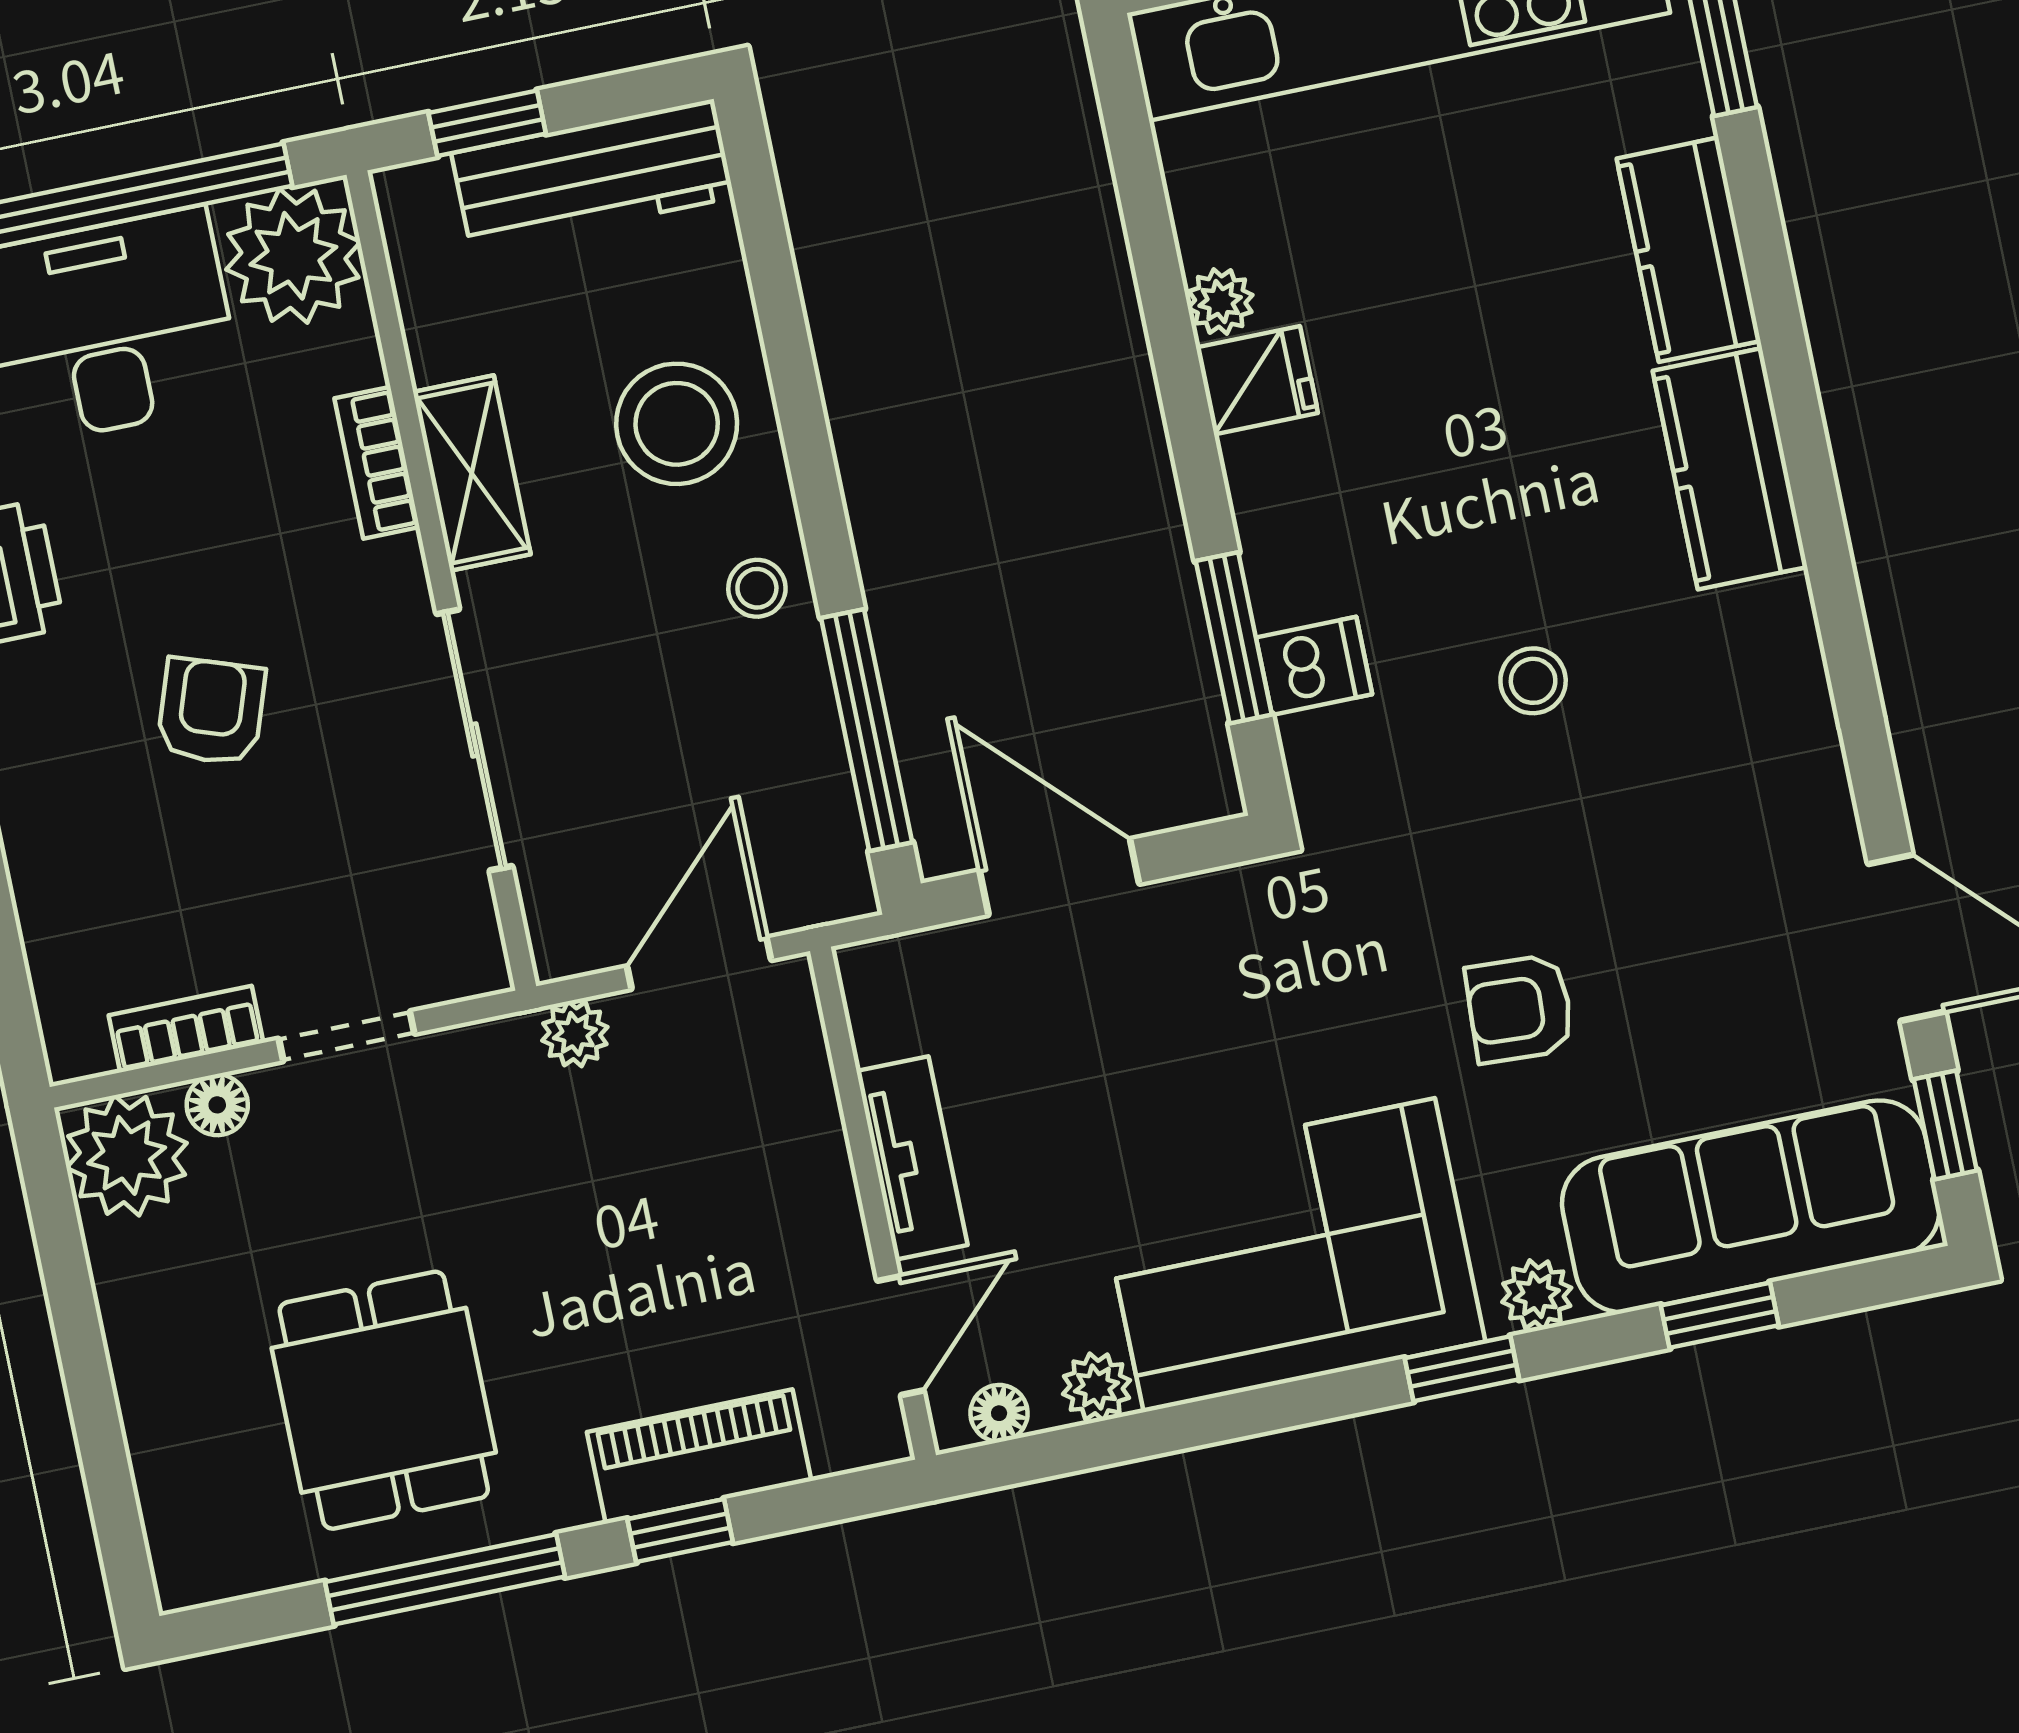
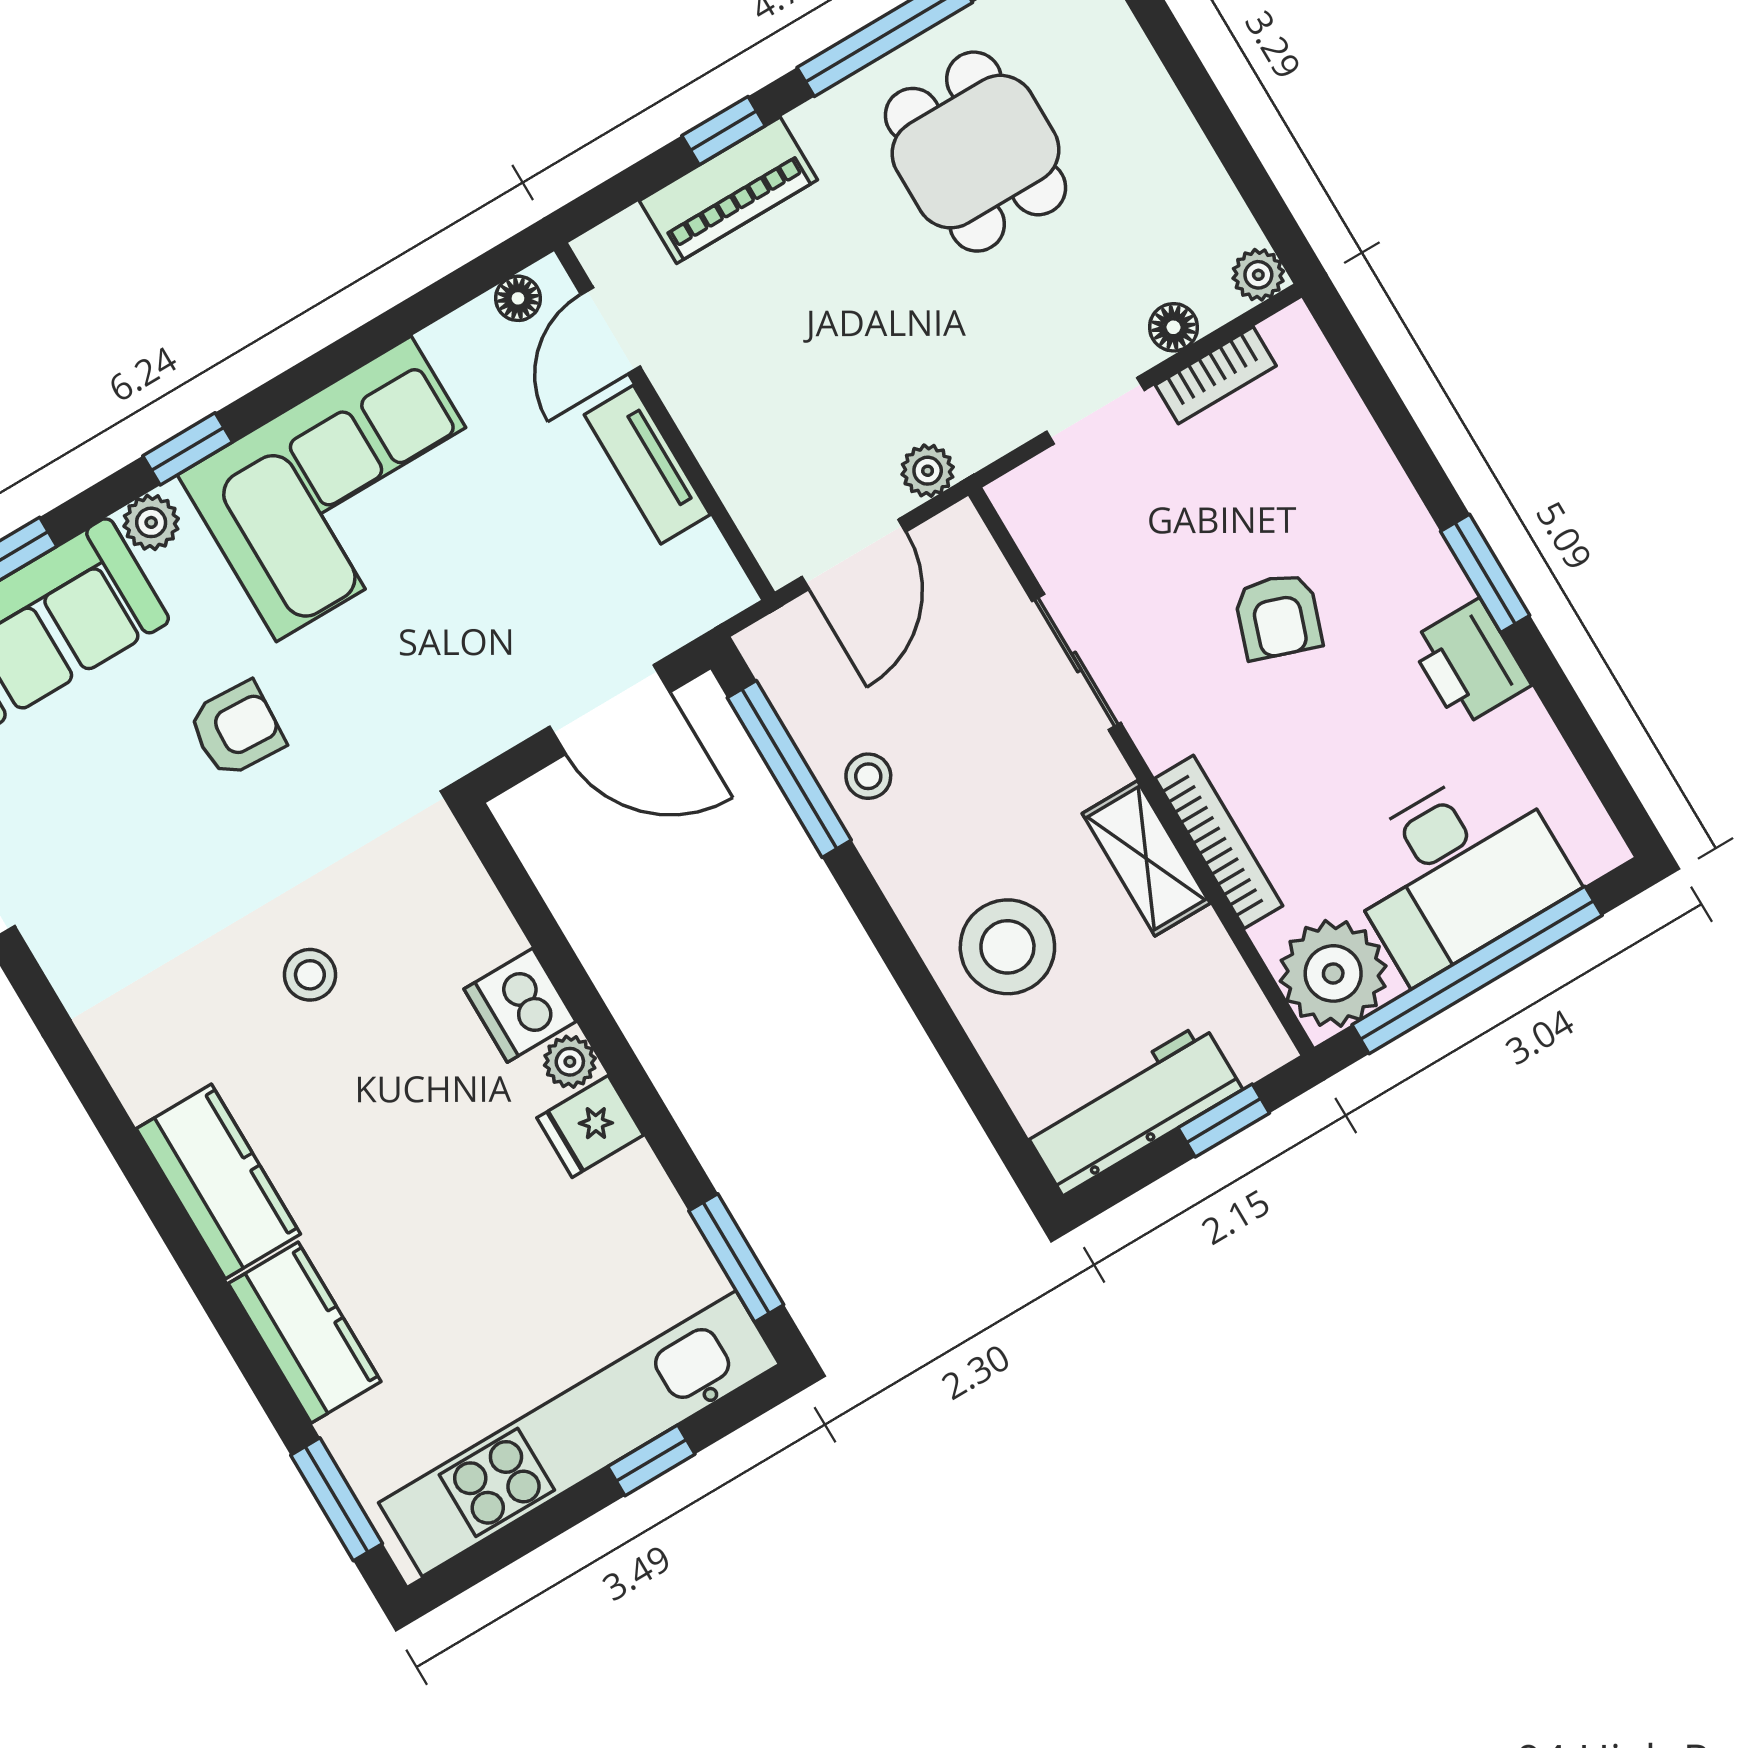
plant: (1220, 302) -> (570, 1062), moved
bookcase: (377, 463) -> (1219, 842), width x1.56
stool: (757, 588) -> (868, 776), moved
window: (1234, 638) -> (736, 1258), moved
dishwasher: (1314, 666) -> (520, 1005), moved, width x1.38
sliding door: (474, 740) -> (1076, 662), width x0.73
plant: (127, 1155) -> (1258, 275), width x0.53, depth x0.53
plant: (1097, 1387) -> (453, 342), removed

